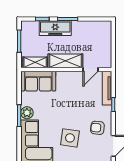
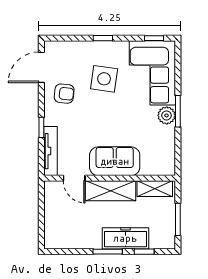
door: (91, 69) -> (74, 178), swing flipped
sofa: (38, 81) -> (115, 161), moved

